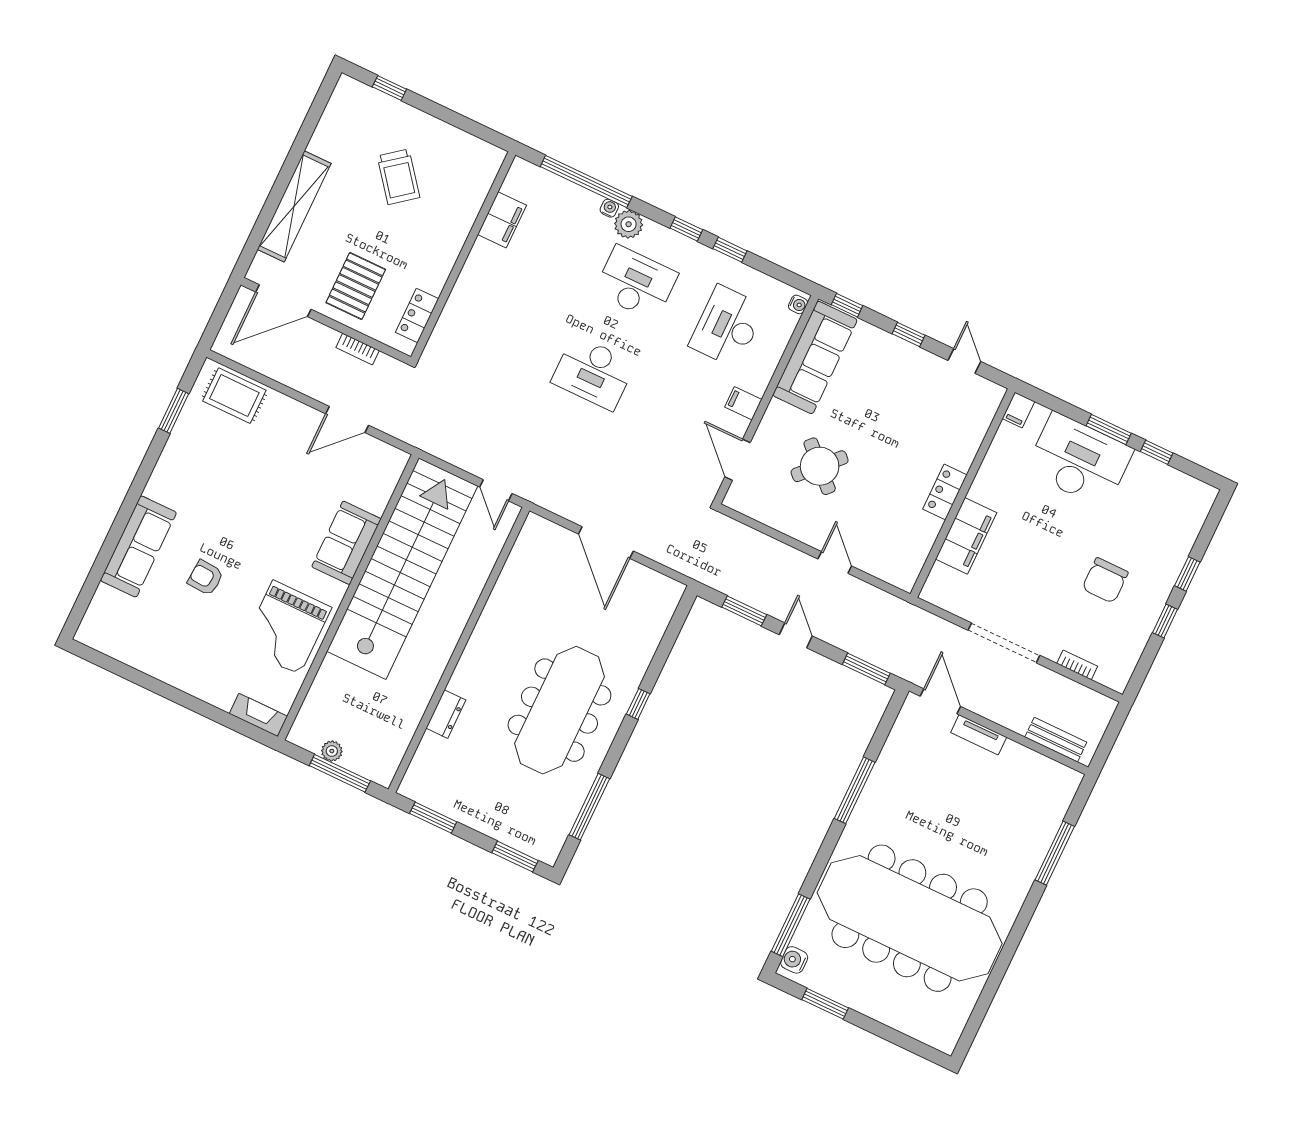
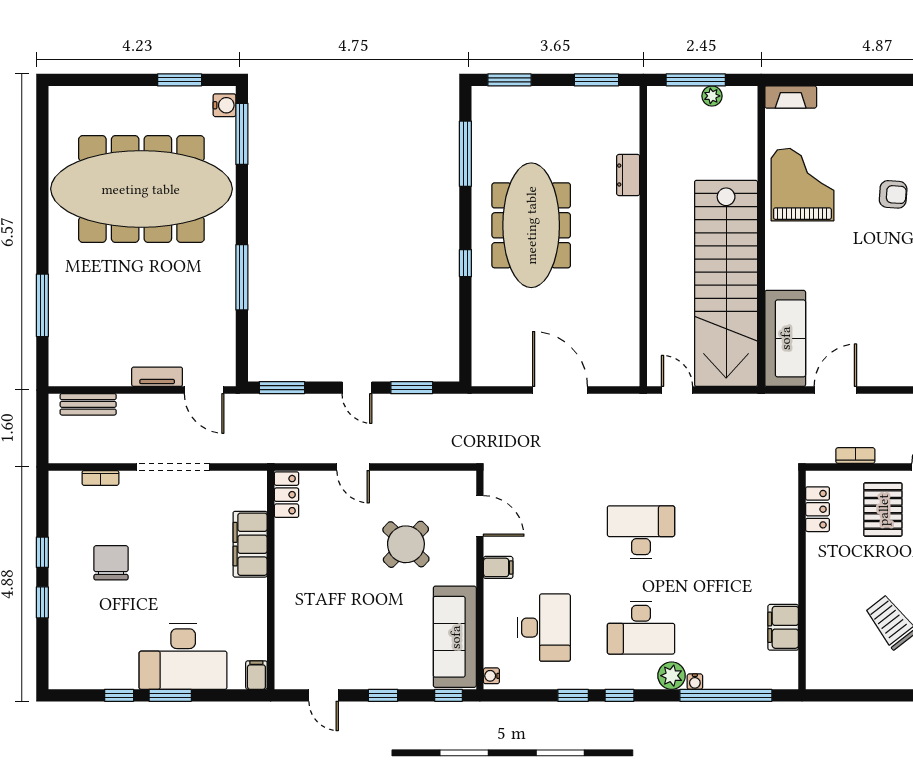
locker: (945, 492) -> (286, 495), moved
sofa: (346, 543) -> (785, 338), moved, width x1.36

